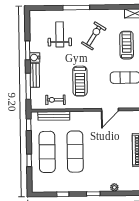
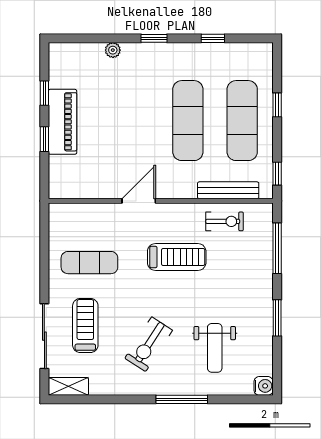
treadmill: (127, 45) -> (85, 325), turned 180
water cooler: (35, 57) -> (264, 386), moved
bench: (35, 75) -> (264, 269), removed
treadmill: (80, 81) -> (177, 257), turned 90
door: (110, 110) -> (139, 201), moved

